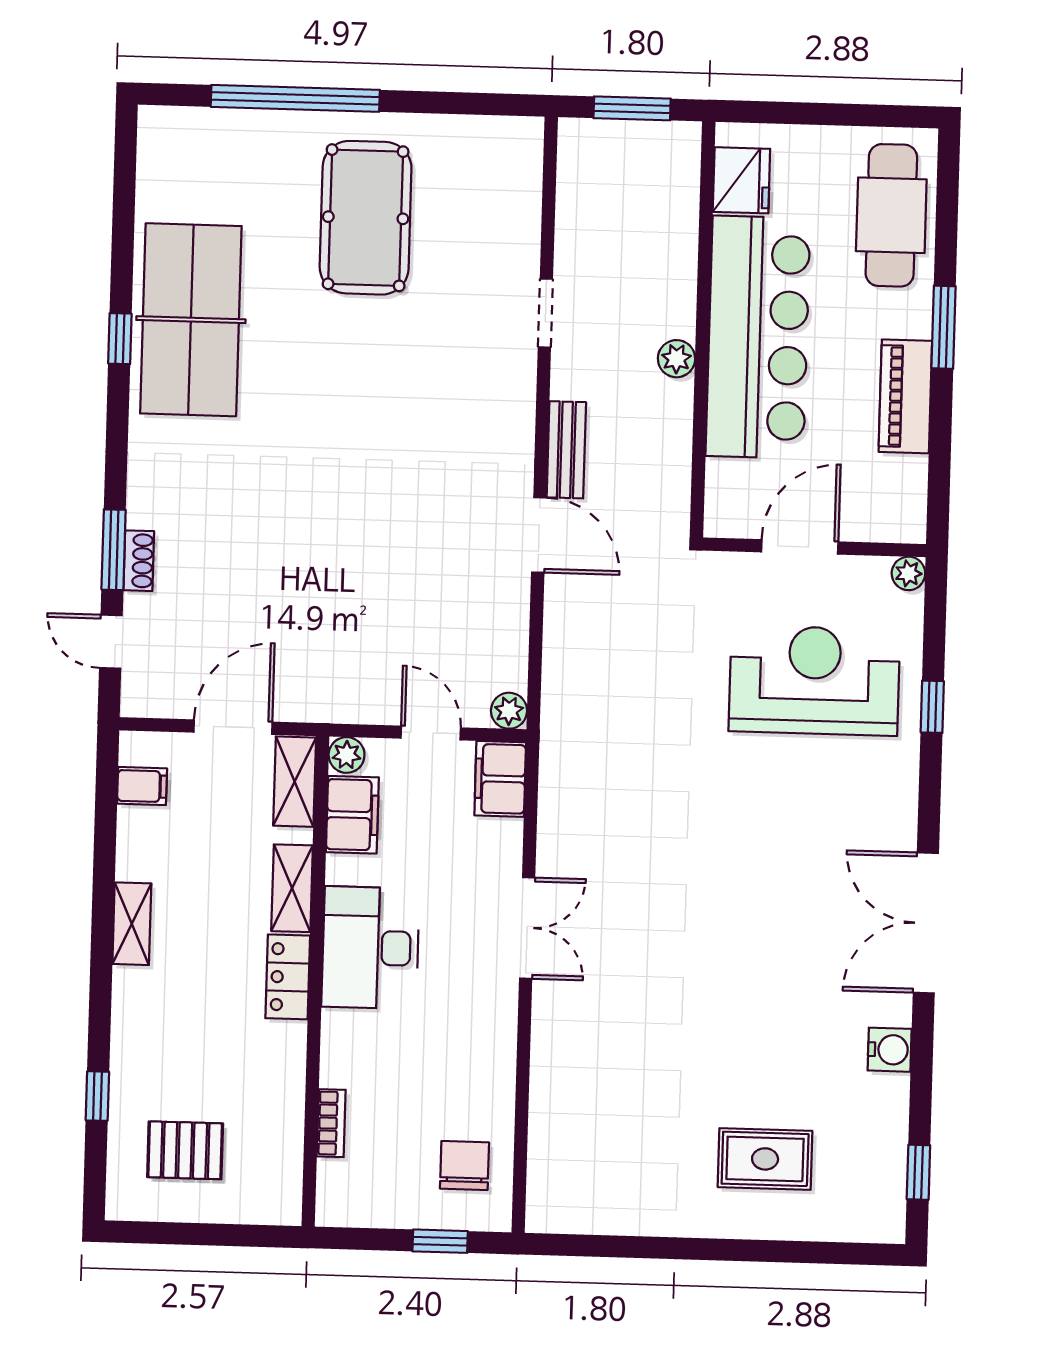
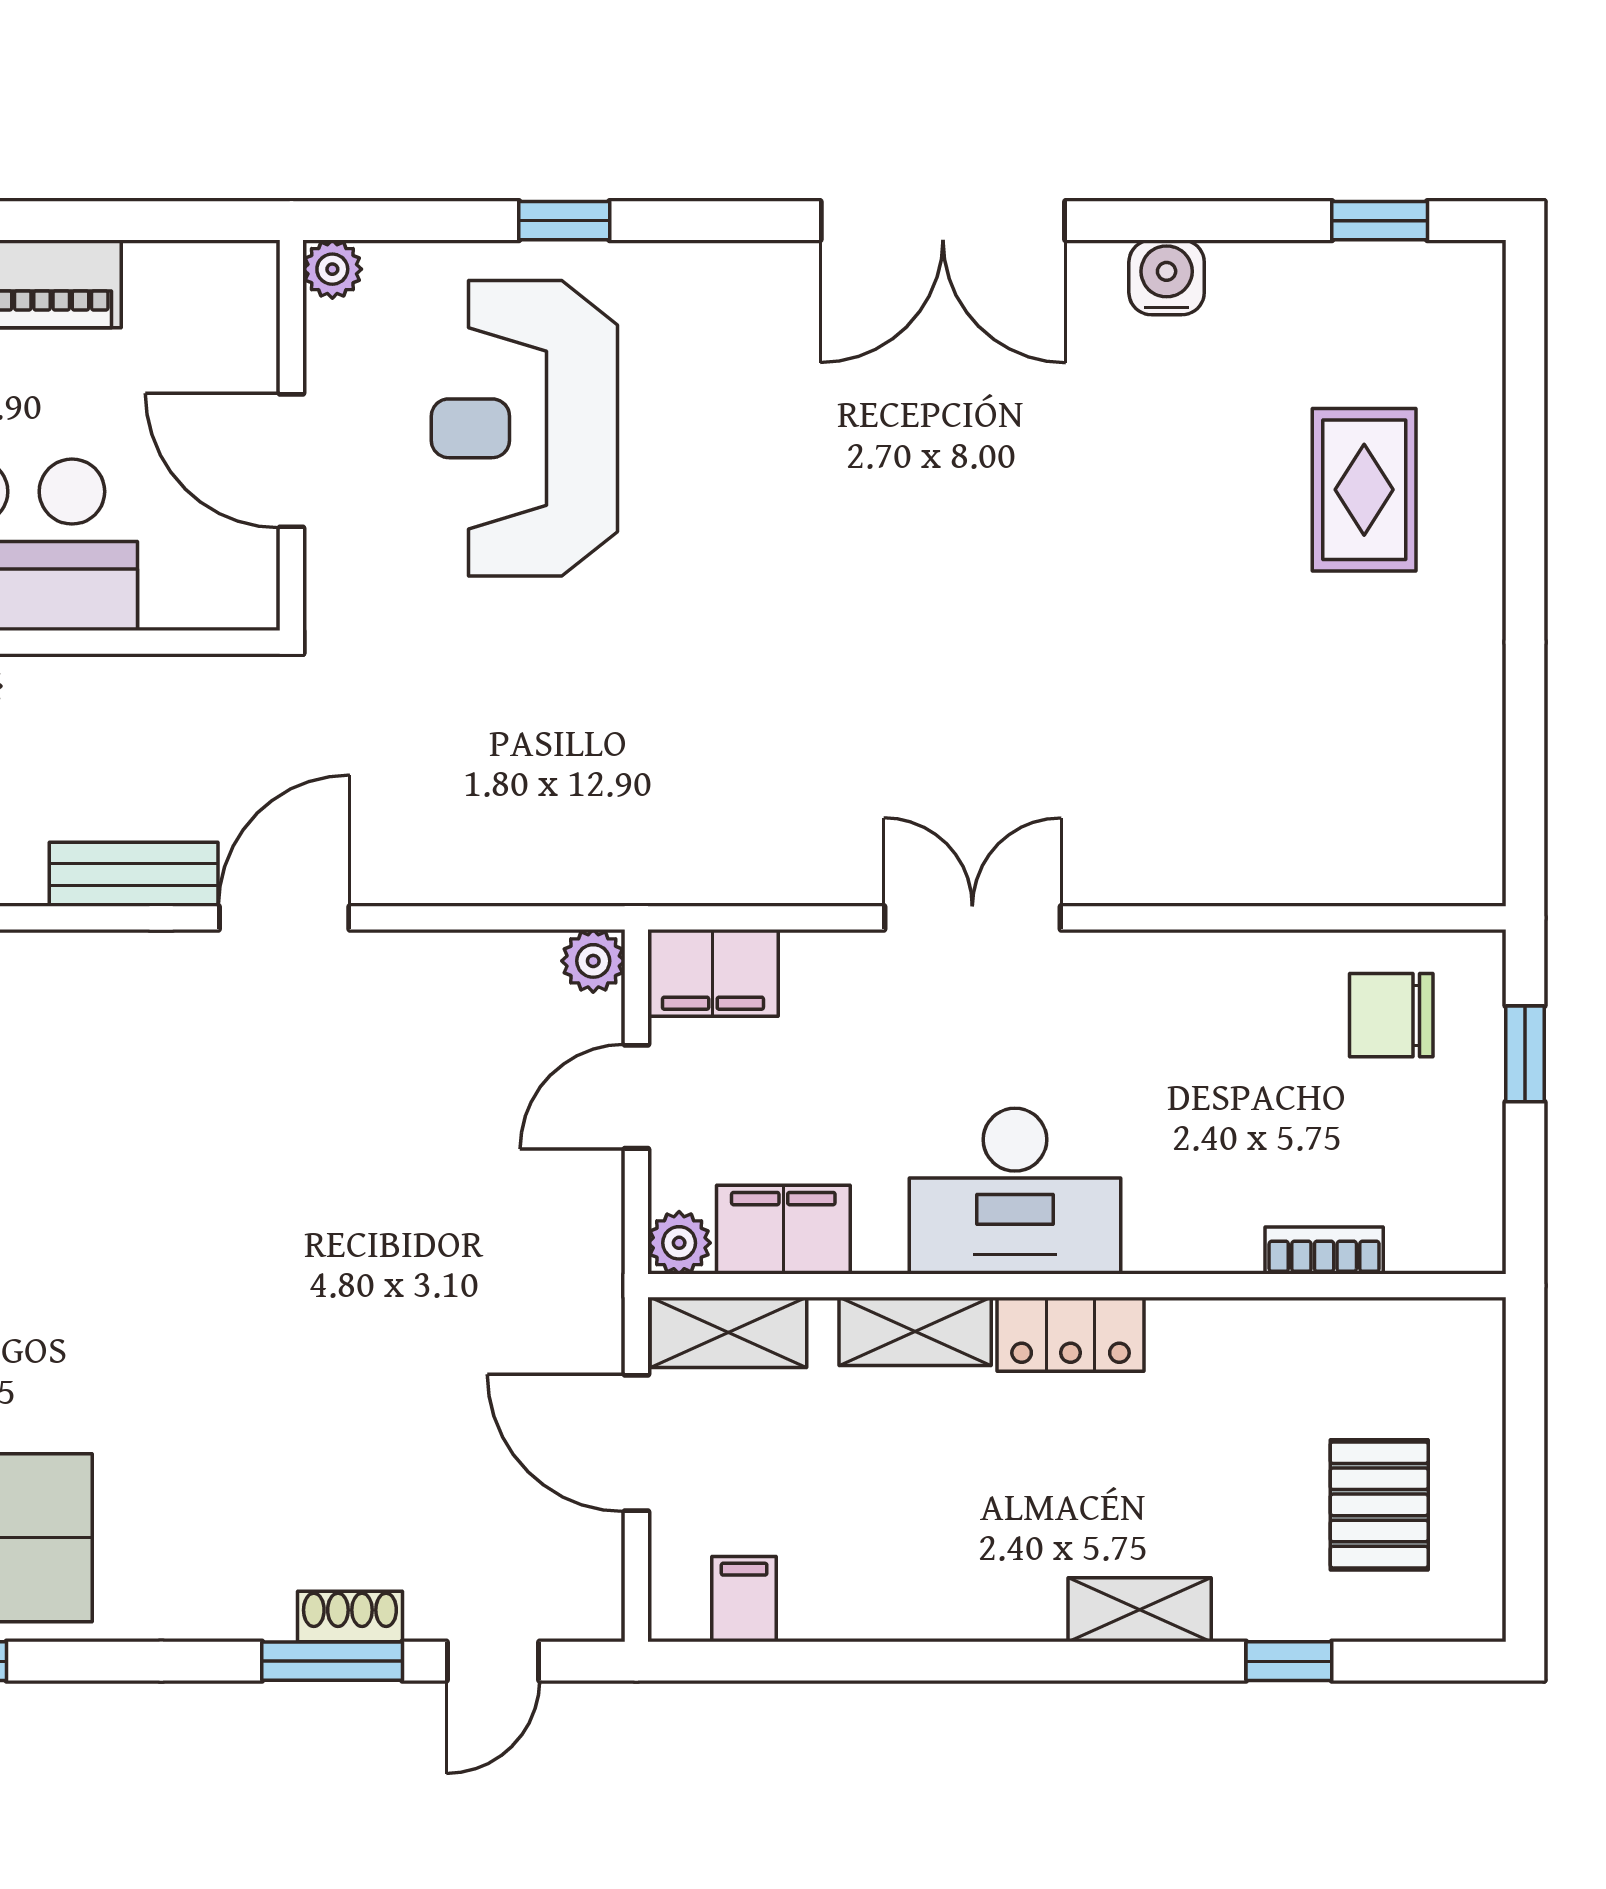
shelving: (132, 924) -> (1140, 1610), moved

